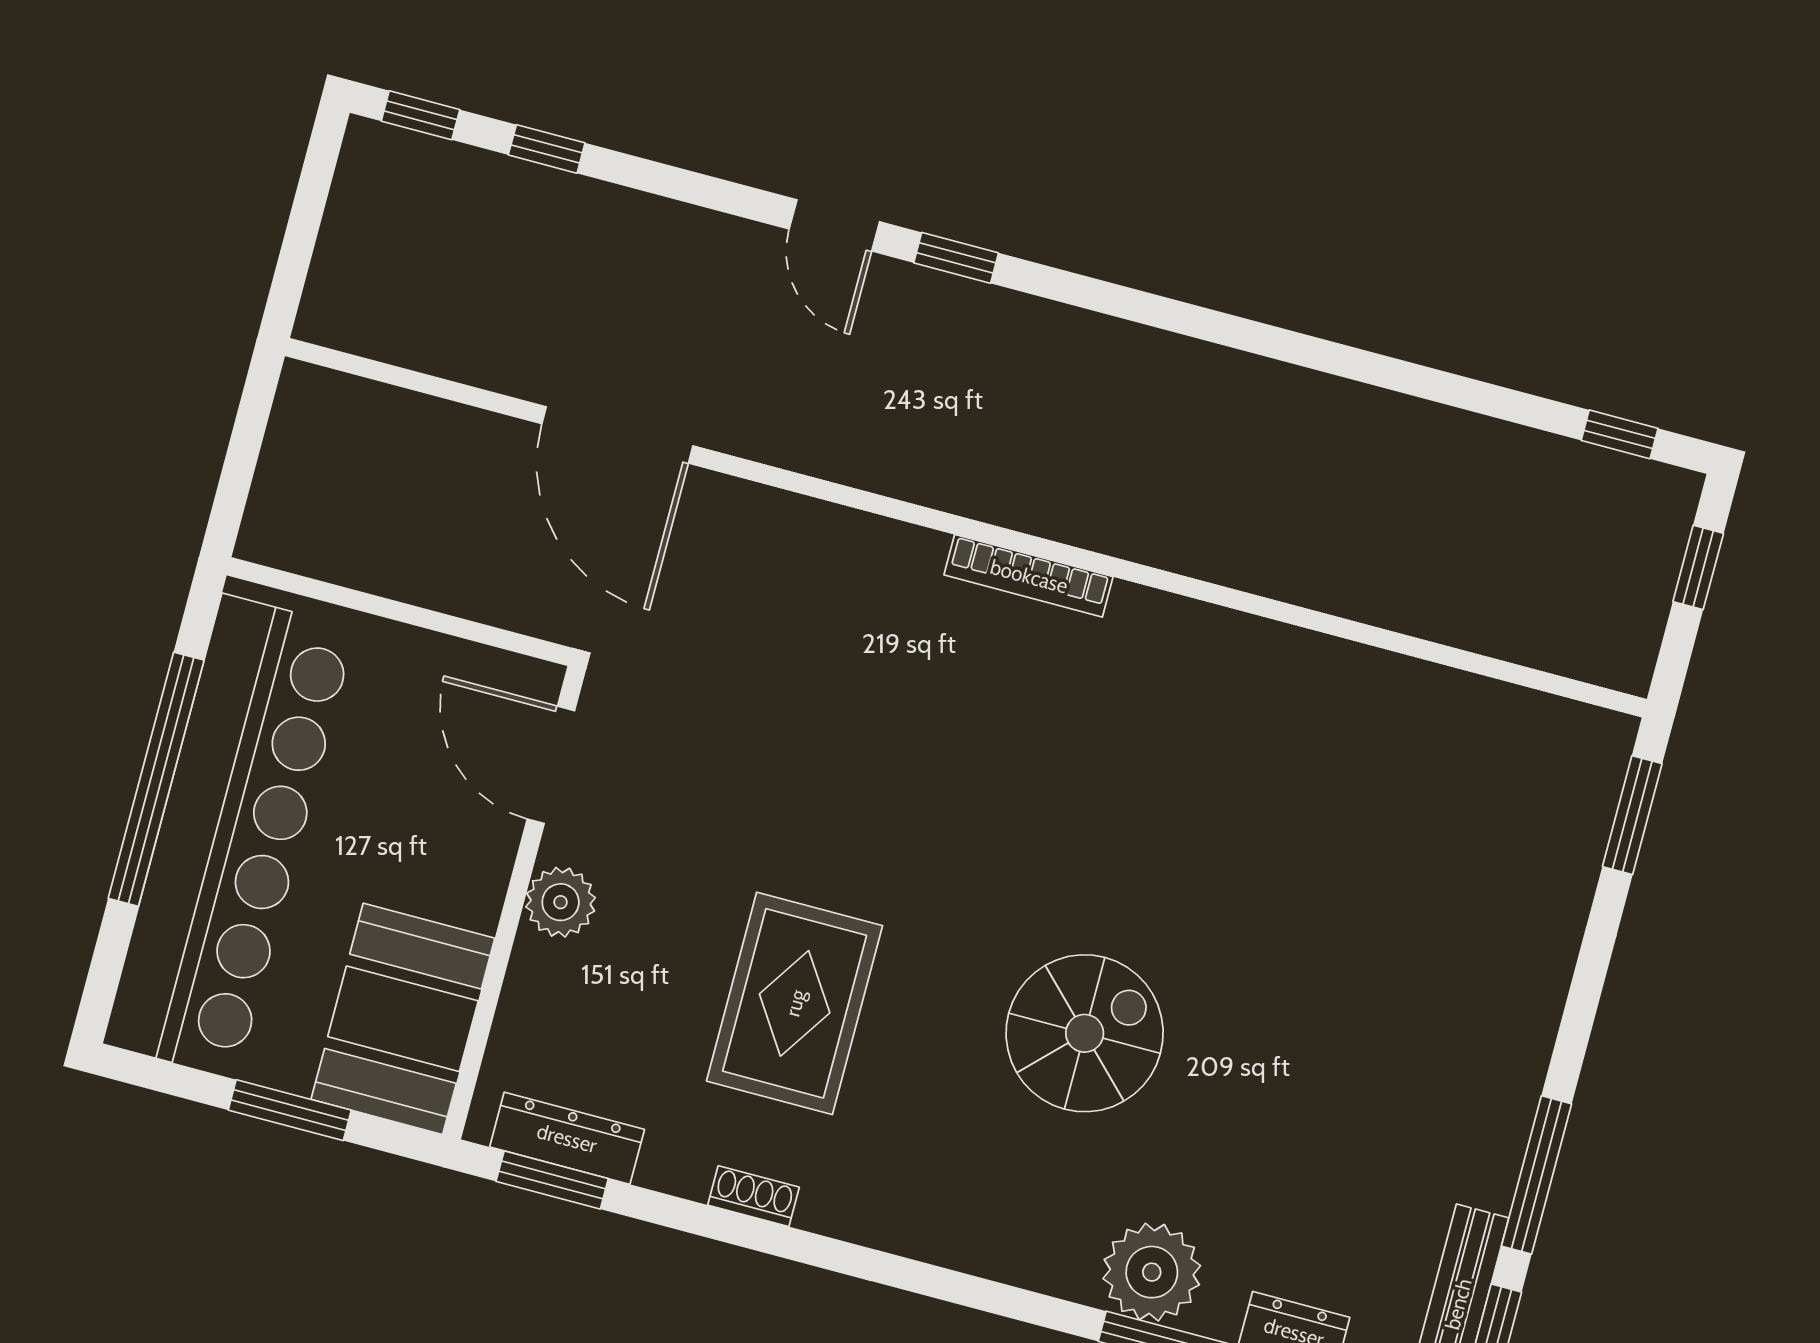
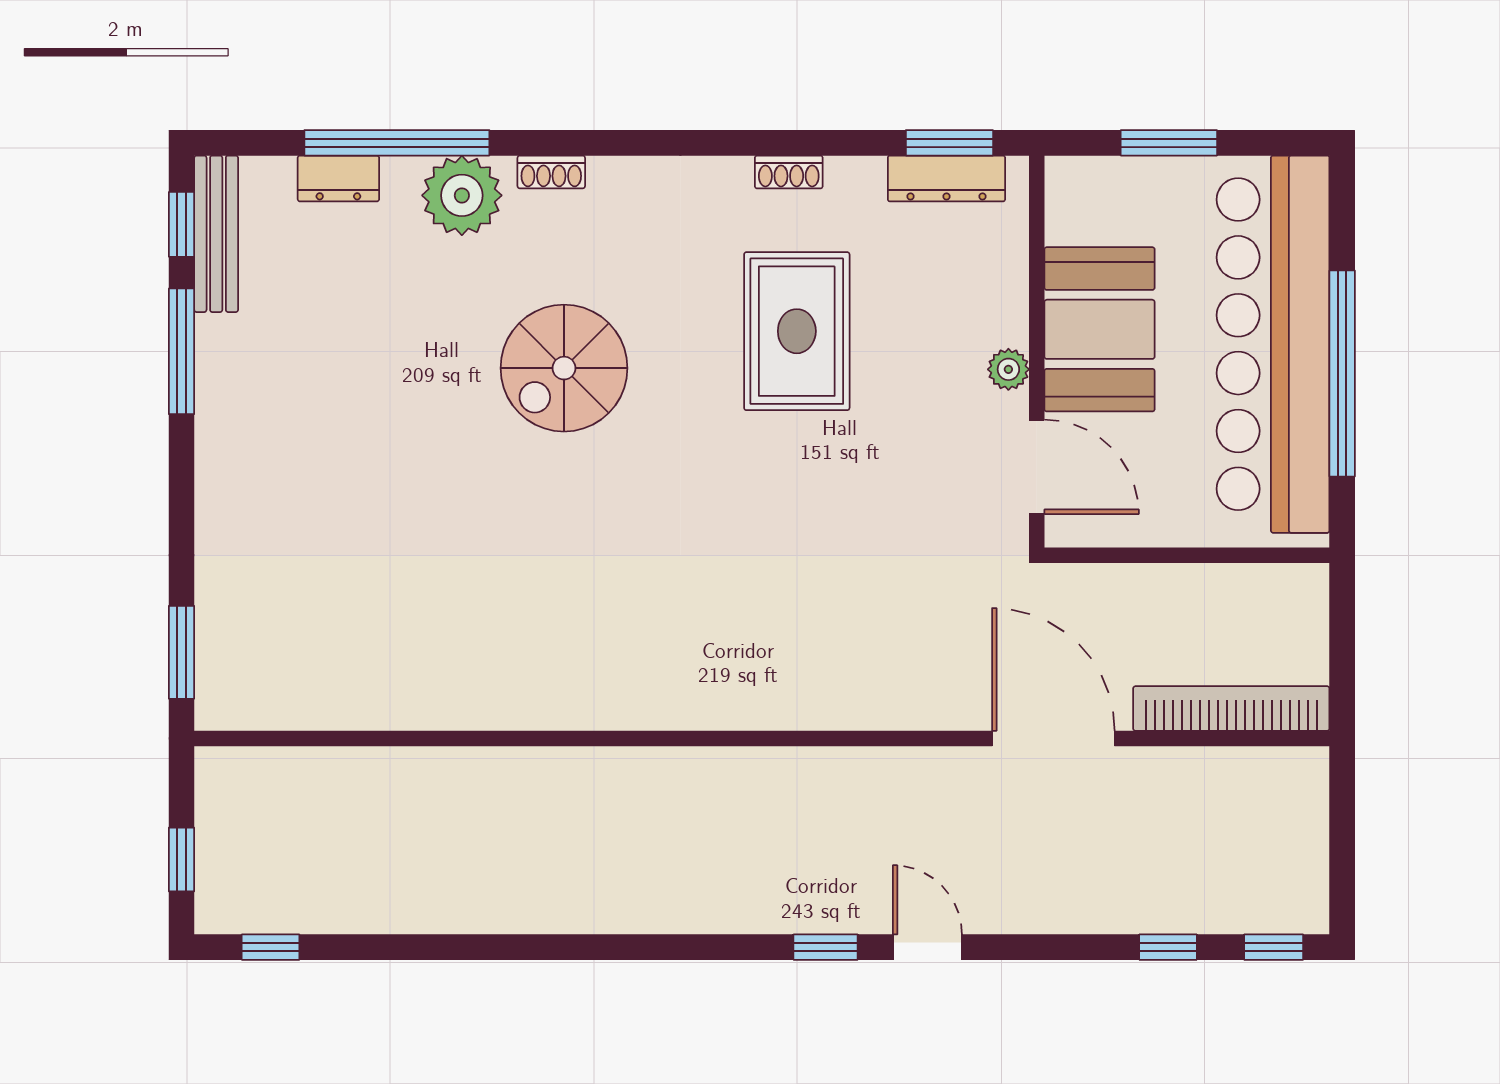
bookcase: (1029, 576) -> (1231, 709), moved, width x1.48, depth x1.31
plant: (561, 902) -> (1008, 369), width x0.73, depth x0.73
booth: (403, 1019) -> (1100, 329), moved
shoe rack: (1037, 1272) -> (551, 172), added

